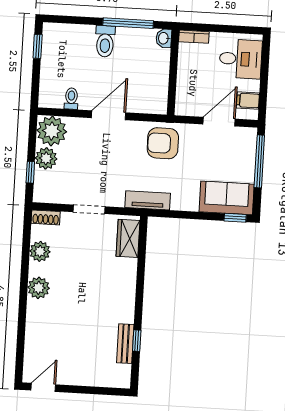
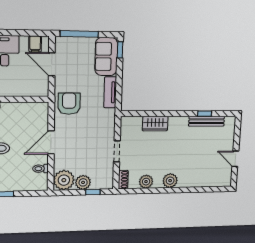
door: (109, 115) -> (51, 142), hinge flipped
armchair: (163, 143) -> (69, 104), turned 180
tv unit: (148, 200) -> (110, 92), moved
wardrobe: (128, 238) -> (155, 124), moved
bench: (125, 344) -> (207, 121), width x1.36
door: (43, 387) -> (235, 159), moved

